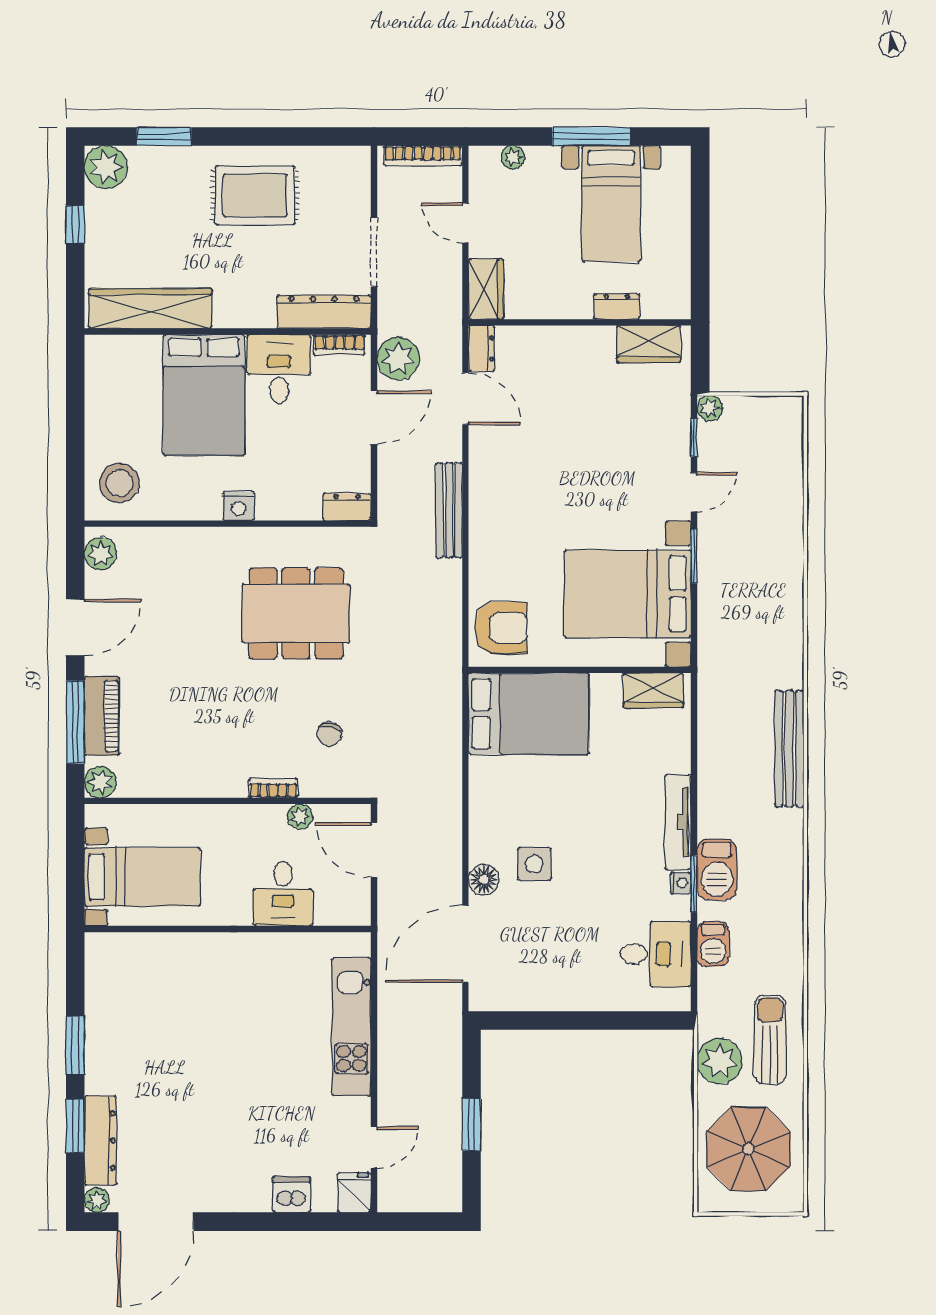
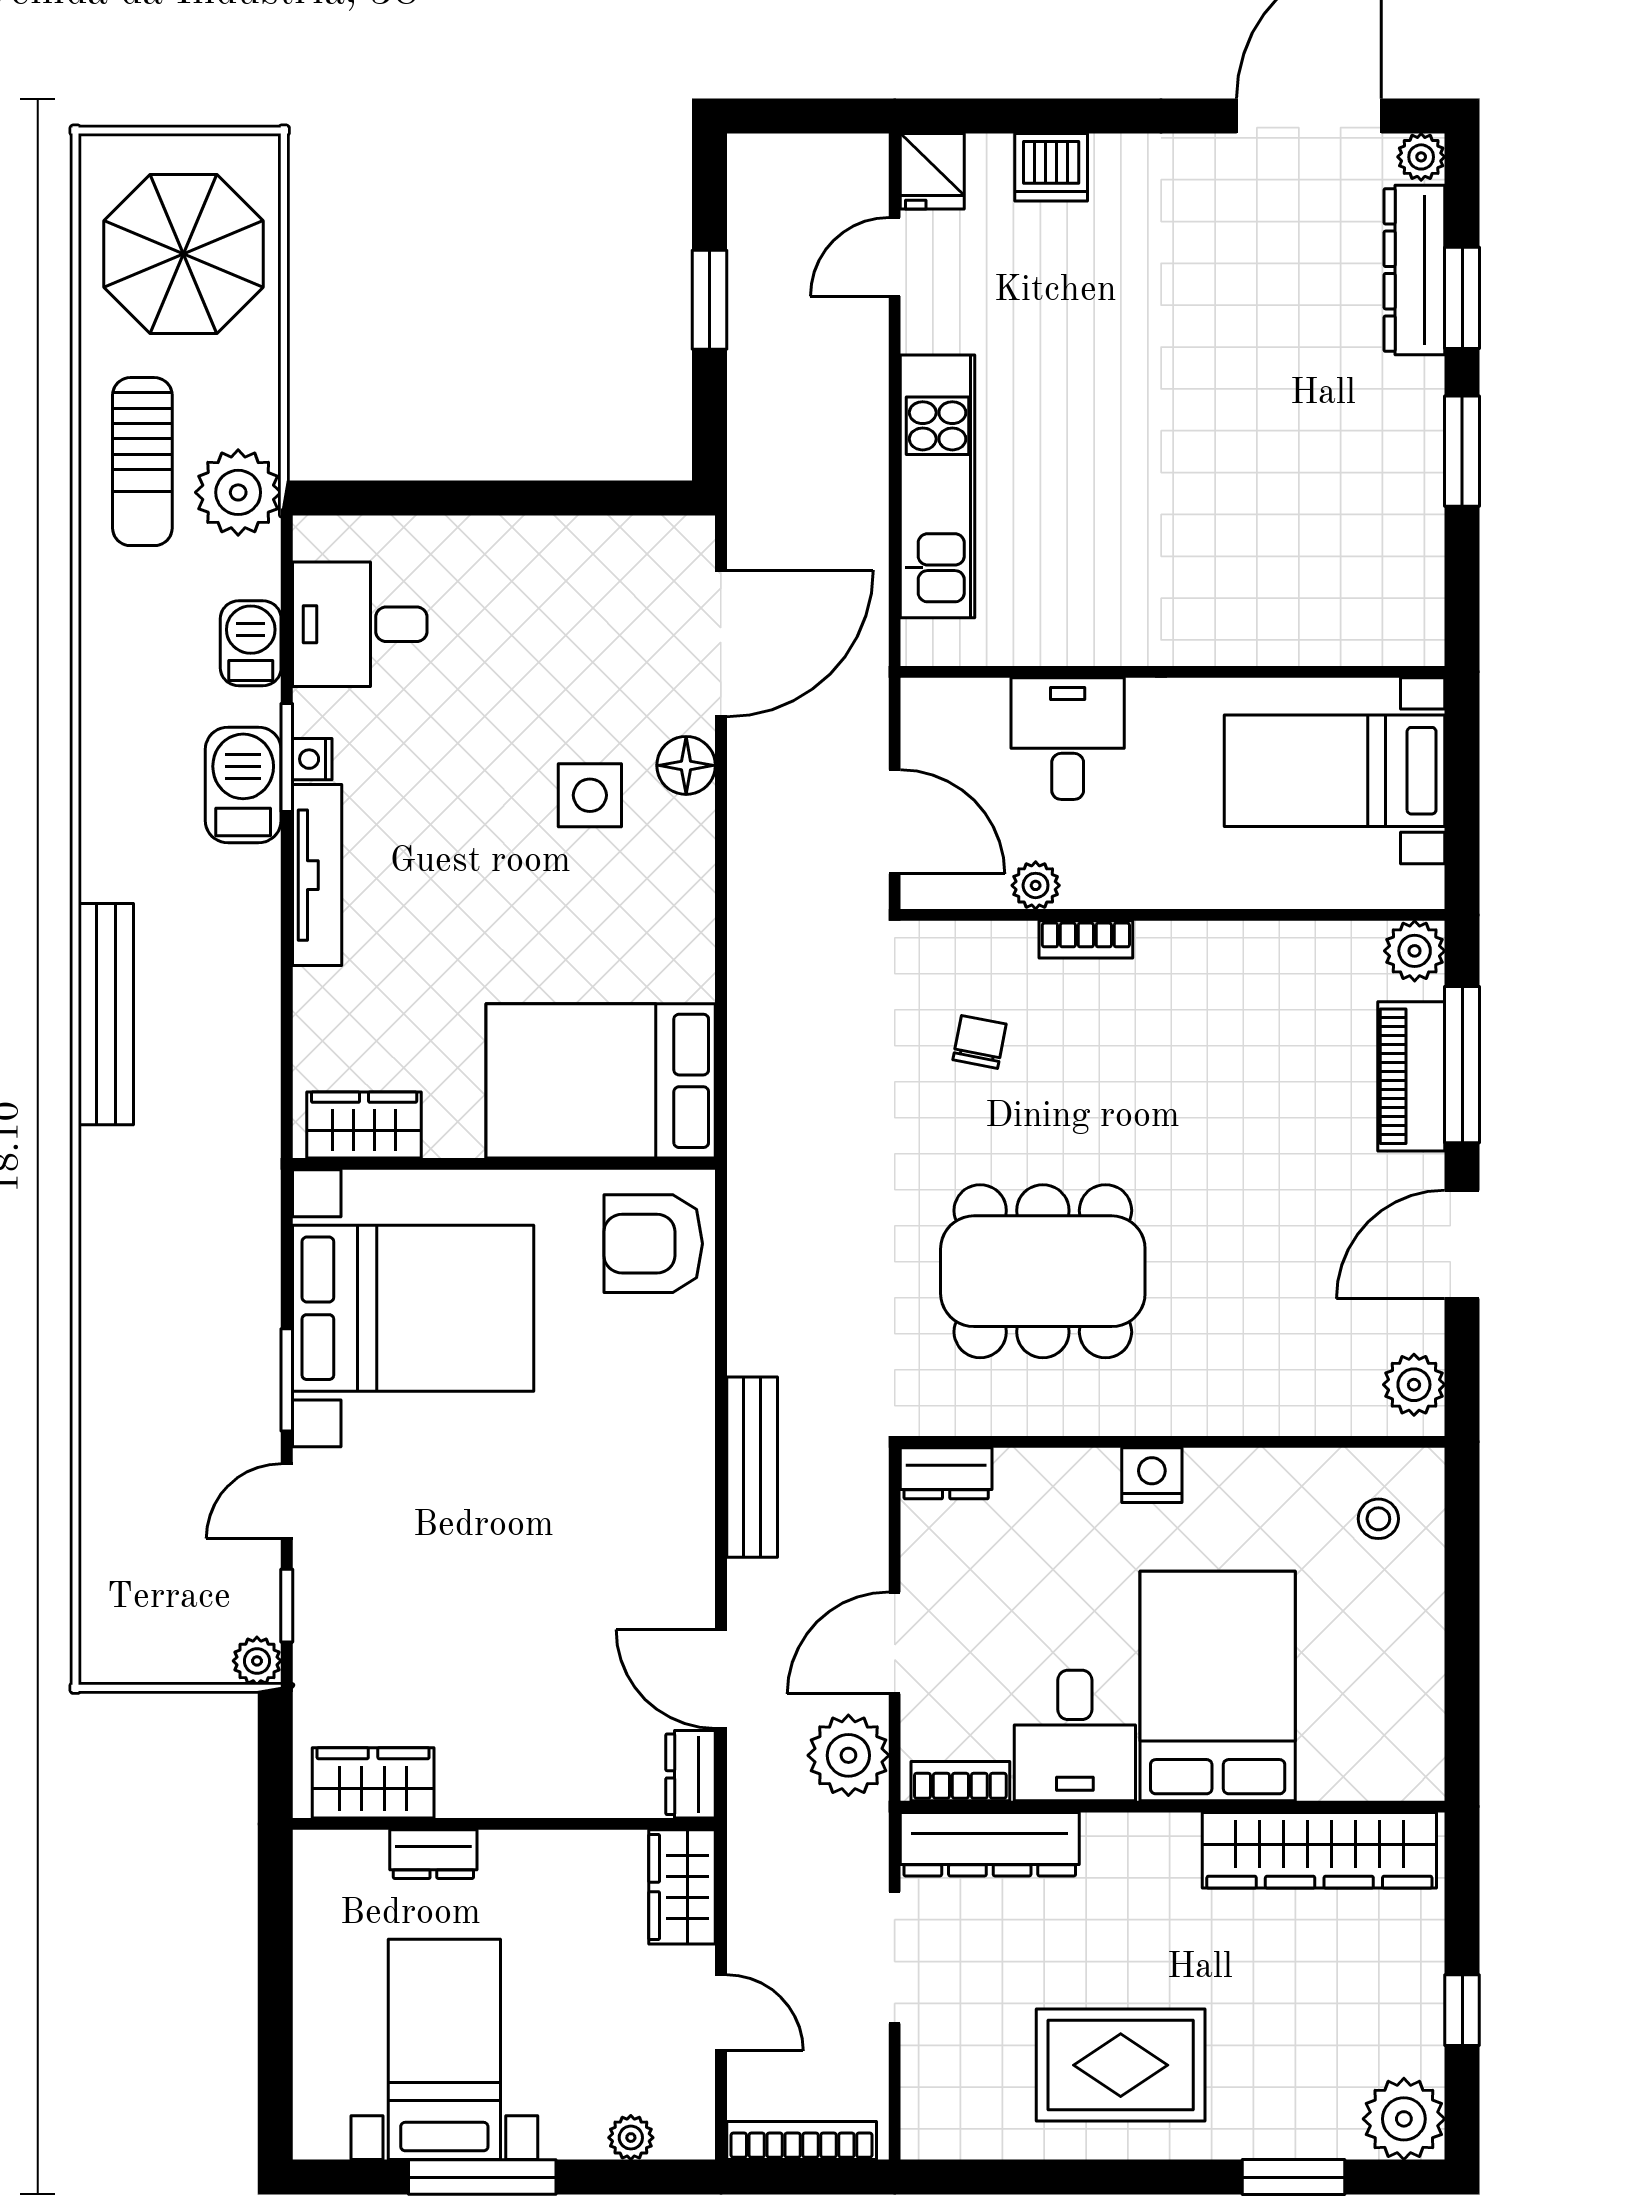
stool: (119, 483) -> (1378, 1519), width x0.53, depth x0.53
plant: (720, 1061) -> (238, 492), moved

